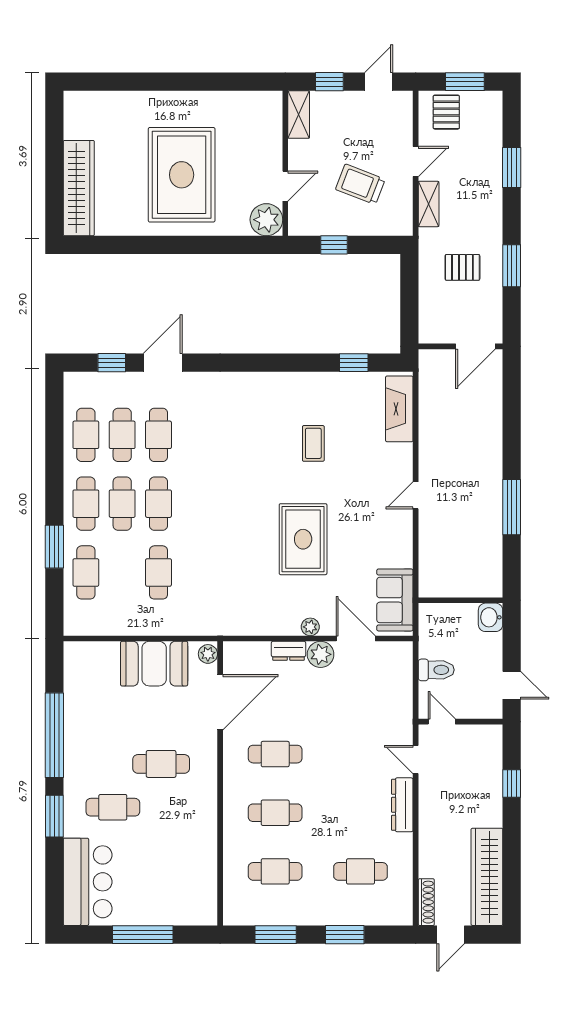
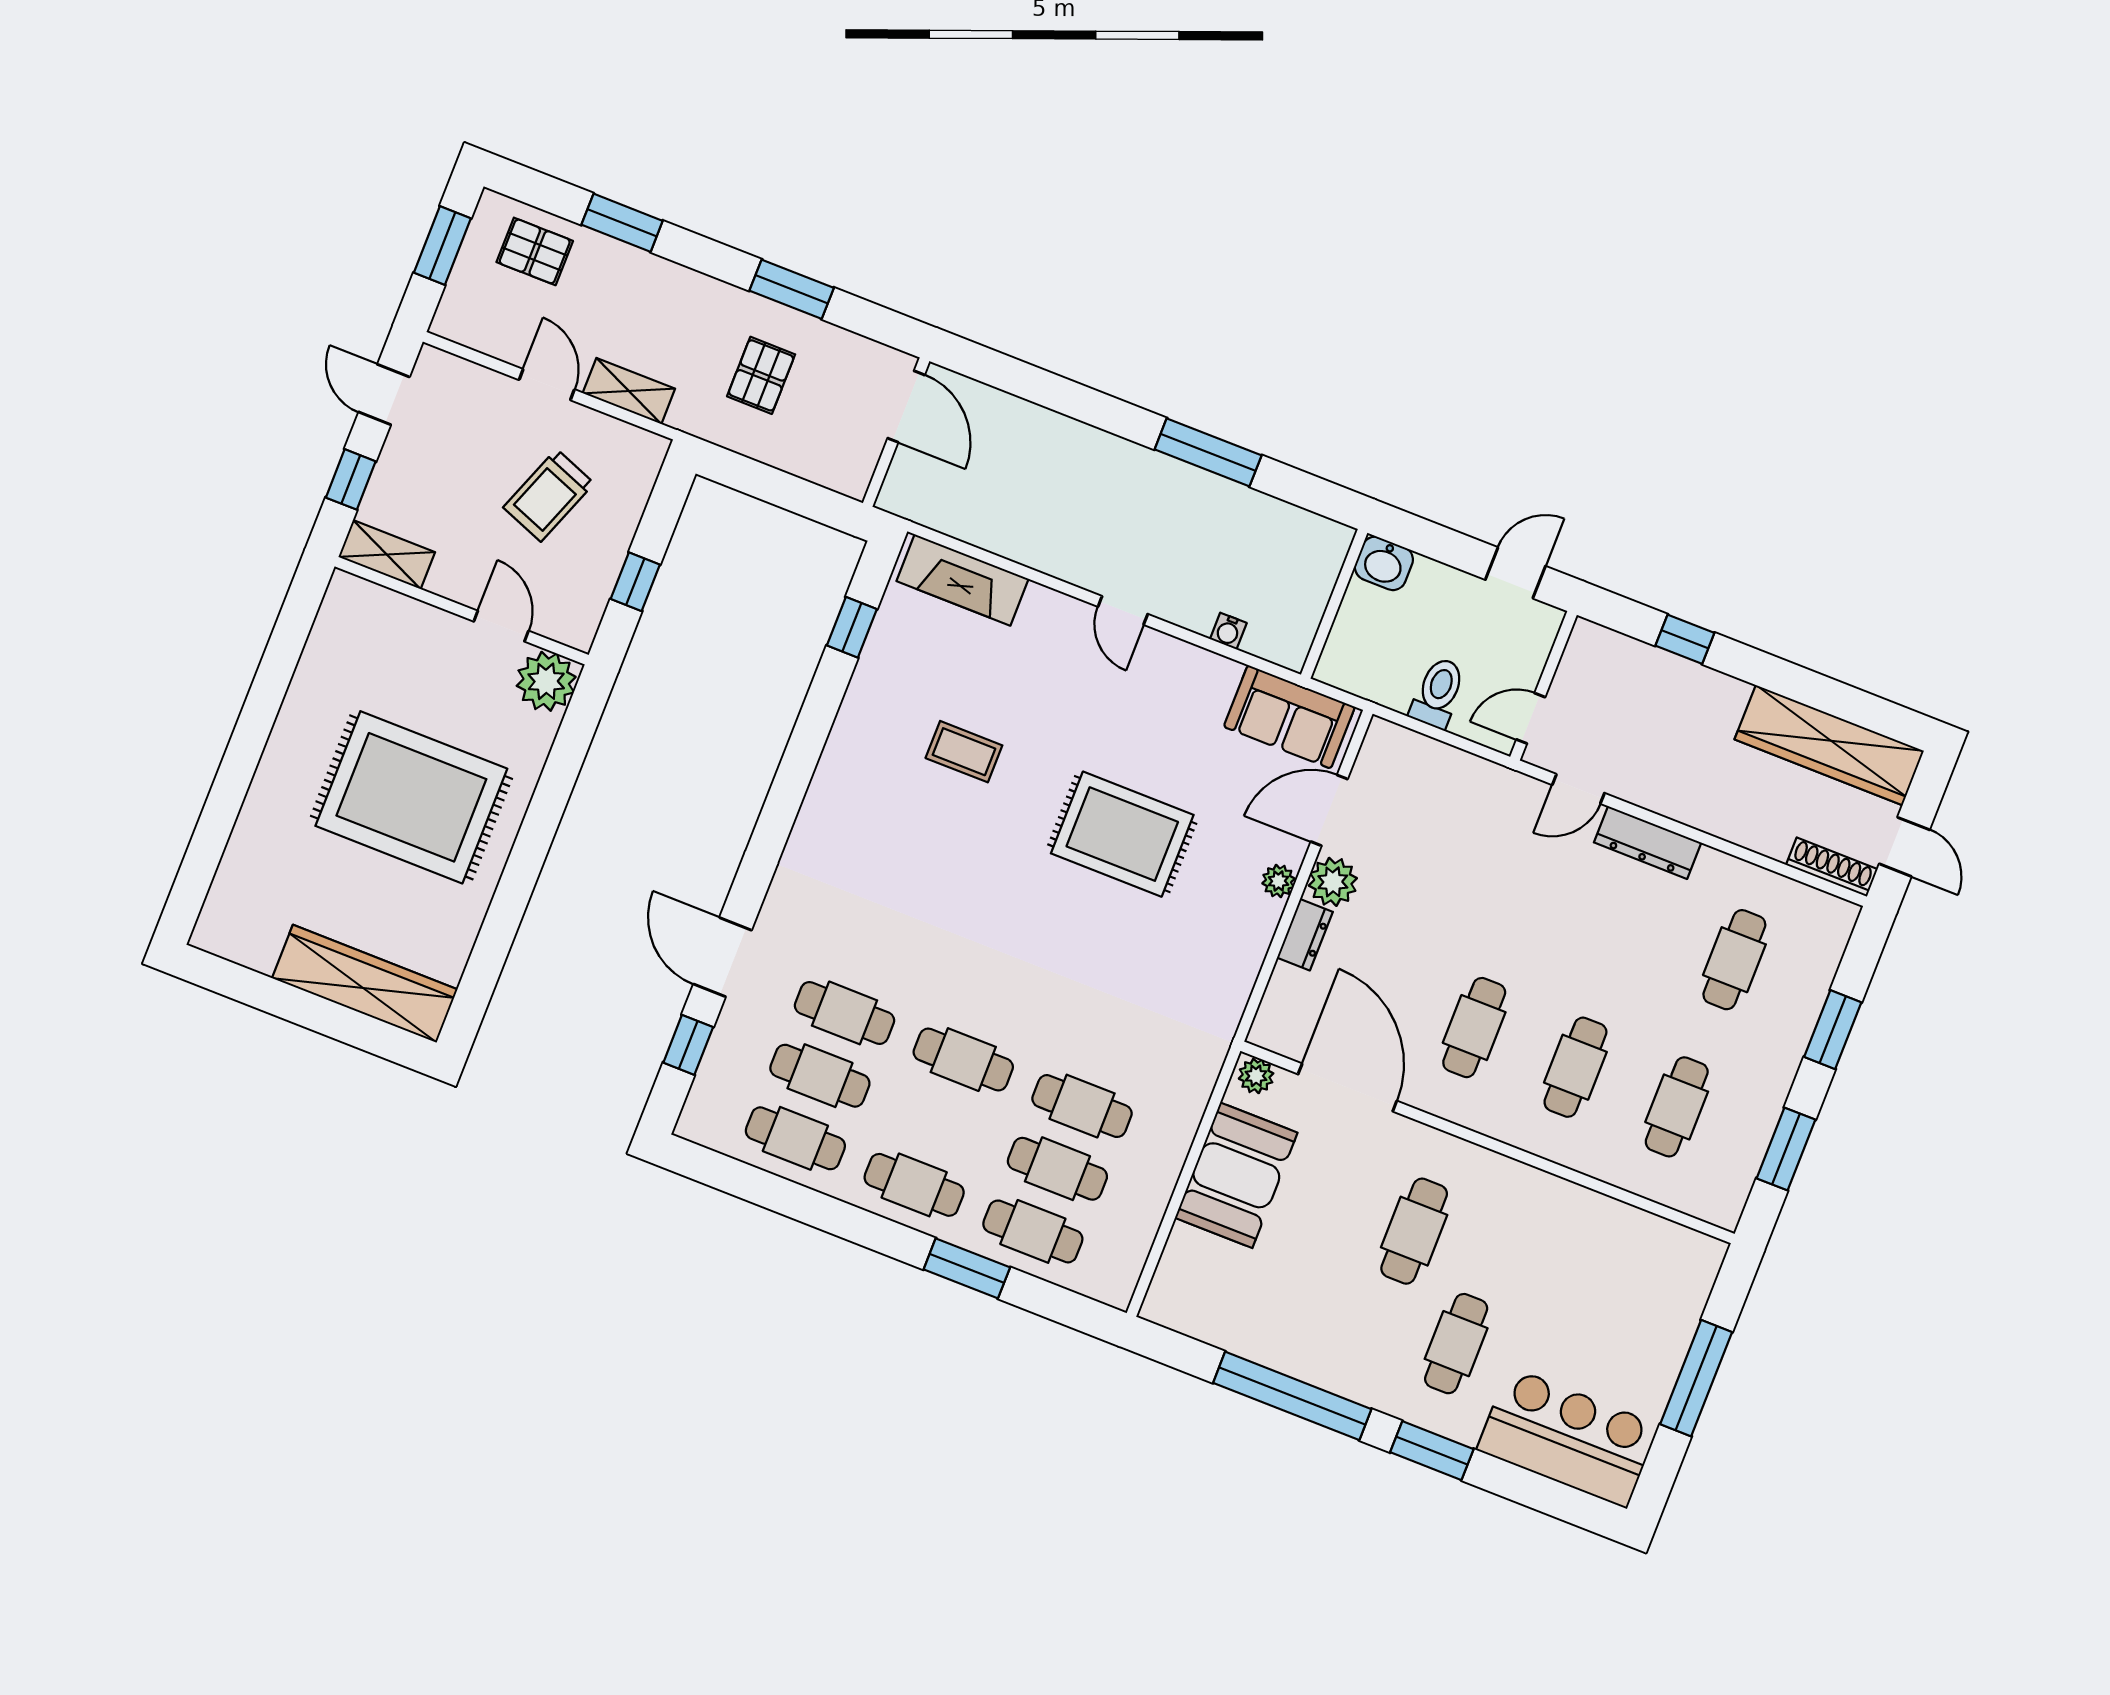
pallet: (446, 112) -> (535, 251), moved
cafe table: (122, 504) -> (1057, 1169), moved
water cooler: (426, 552) -> (1228, 631), added

